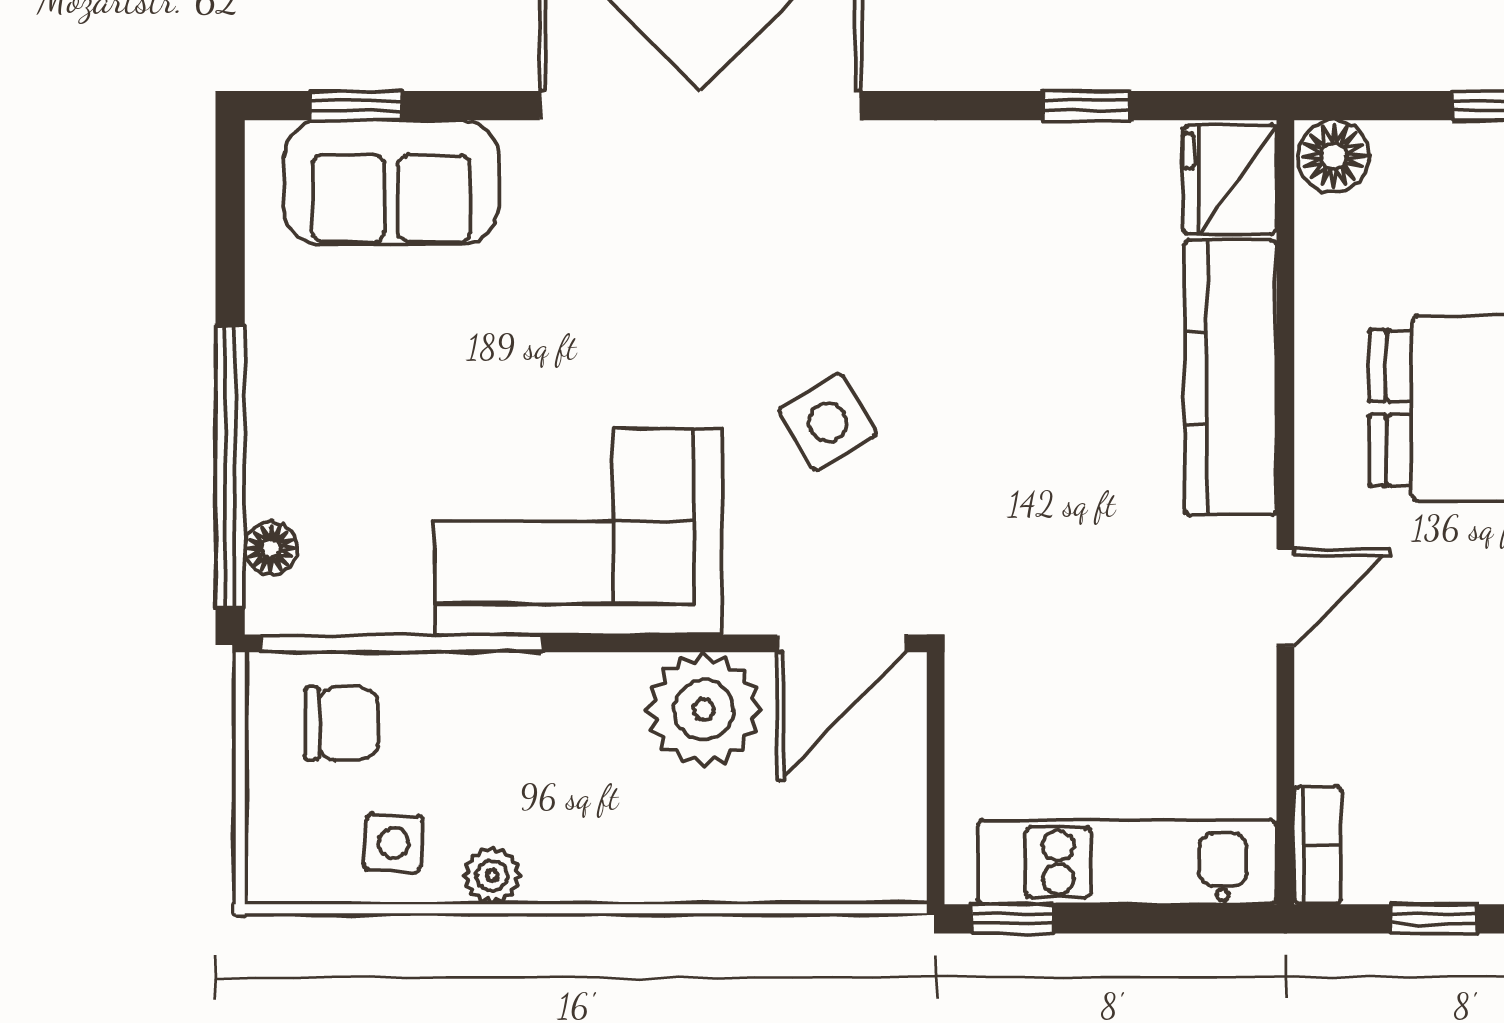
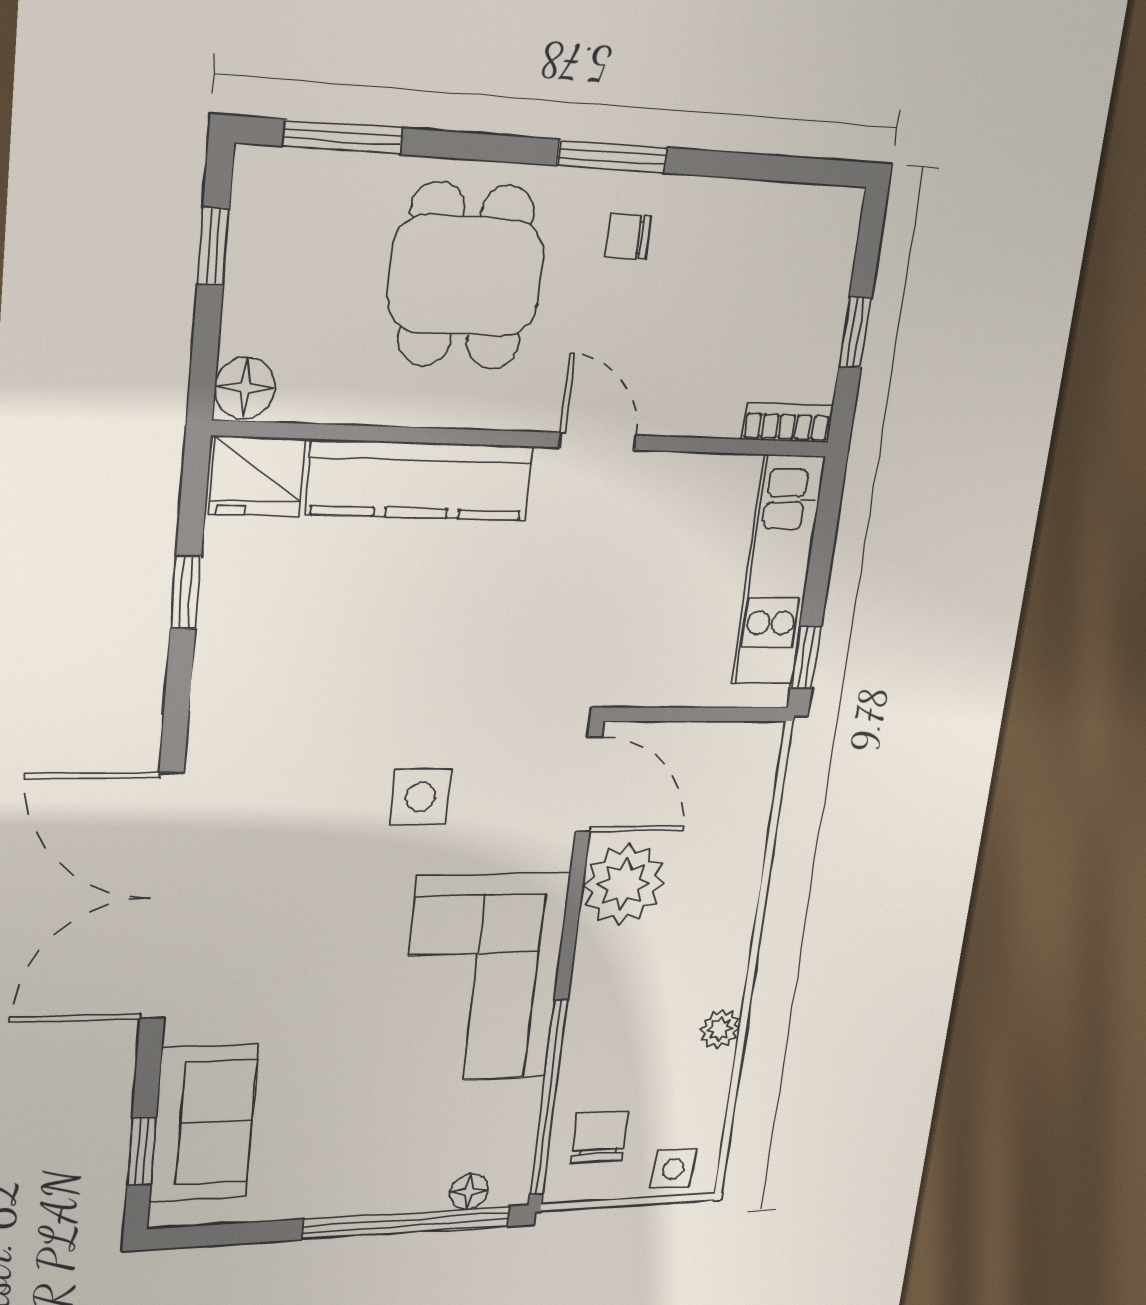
side table: (828, 422) -> (421, 797), turned 31
side table: (394, 843) -> (673, 1169), moved

